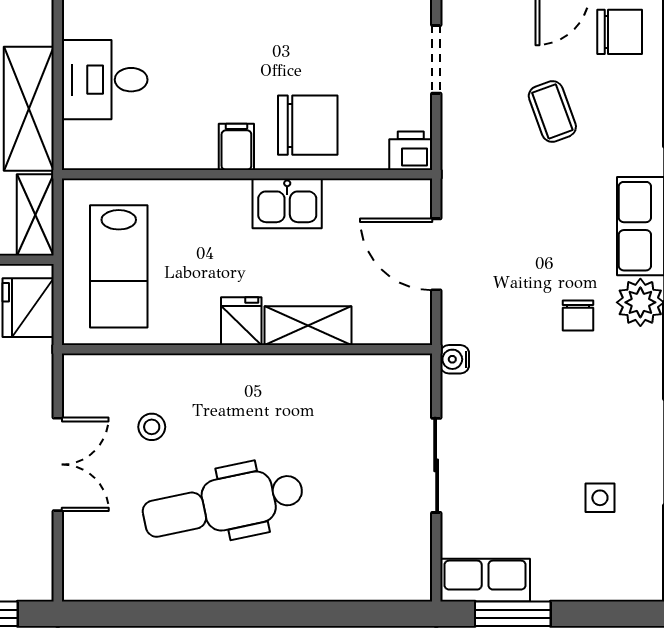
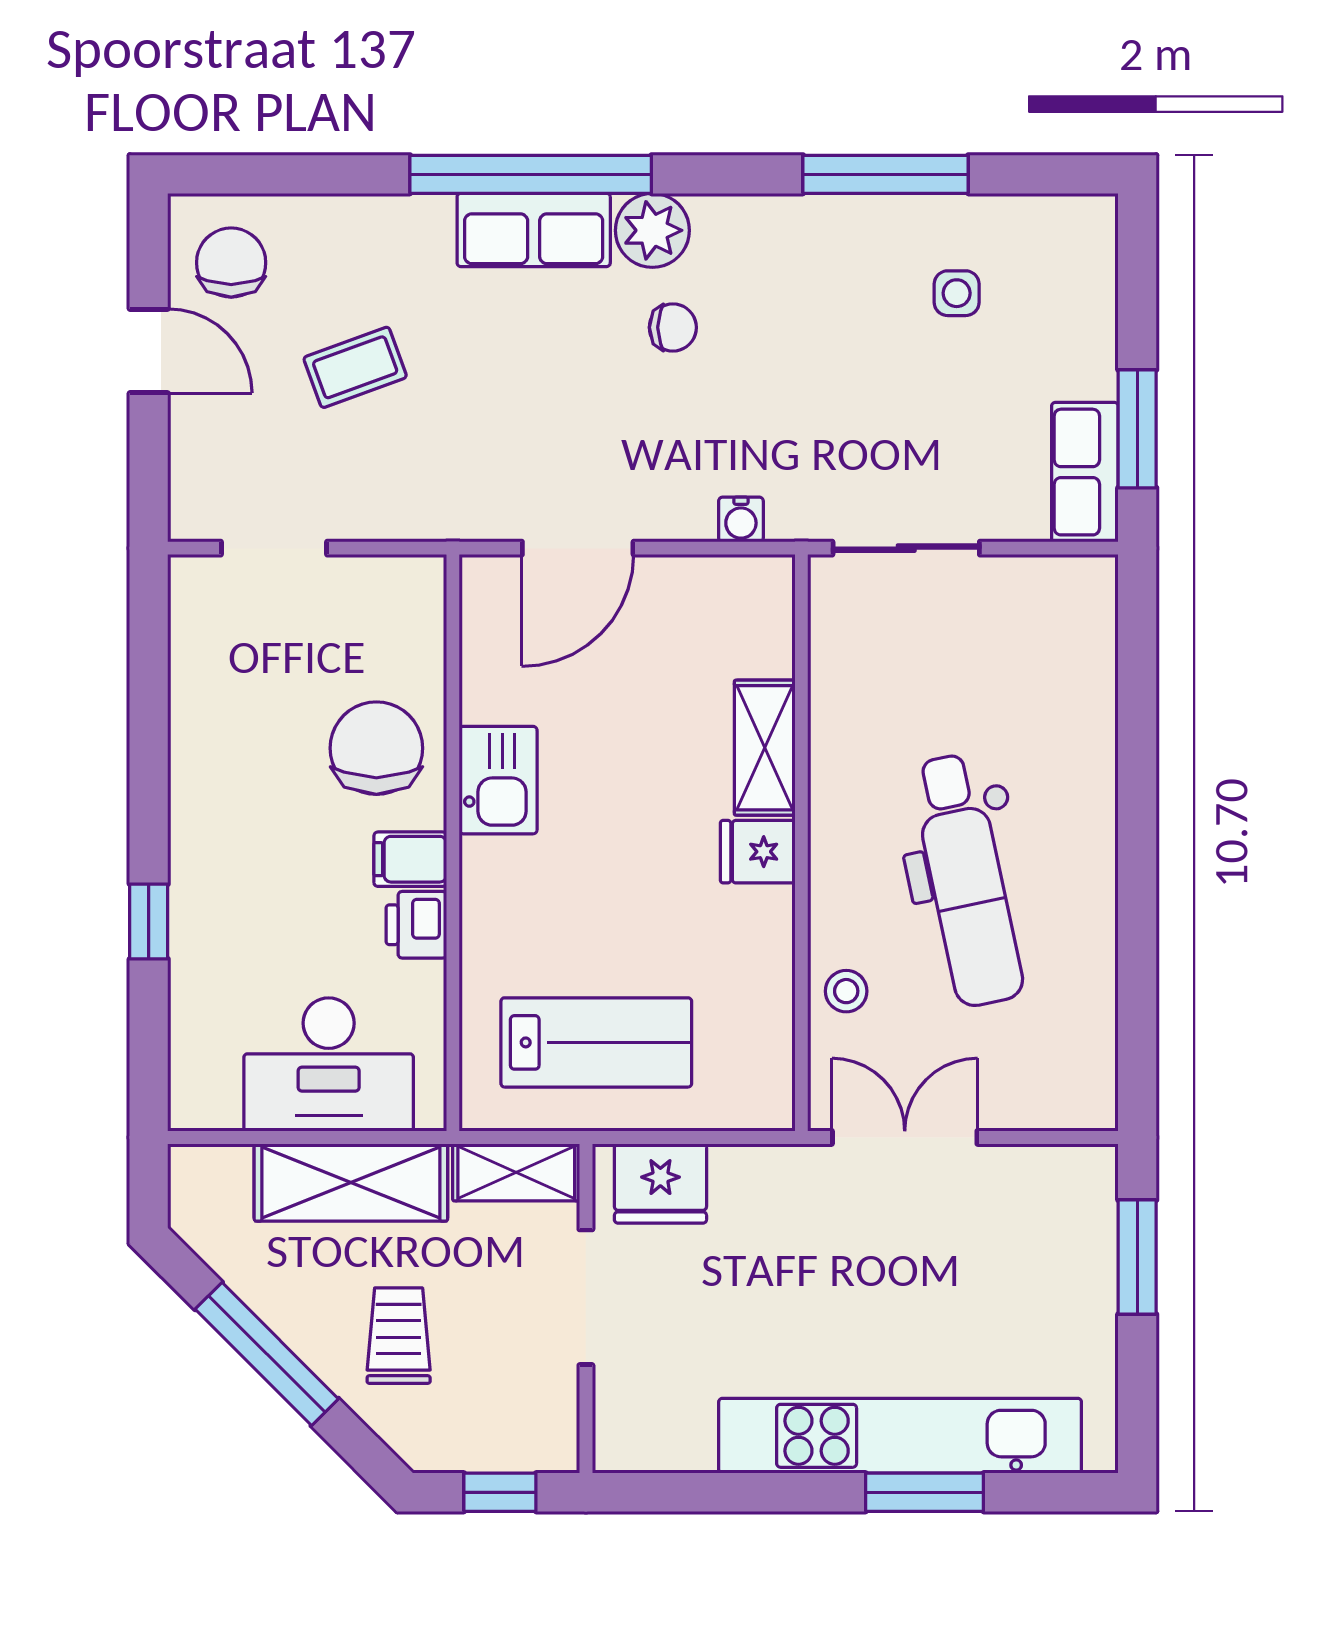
desk: (105, 80) -> (329, 1064), width x1.37
printer: (411, 151) -> (416, 925), moved
fridge: (241, 321) -> (758, 852), moved
shelving: (308, 326) -> (765, 748), moved
wall: (247, 349) -> (801, 843), moved

